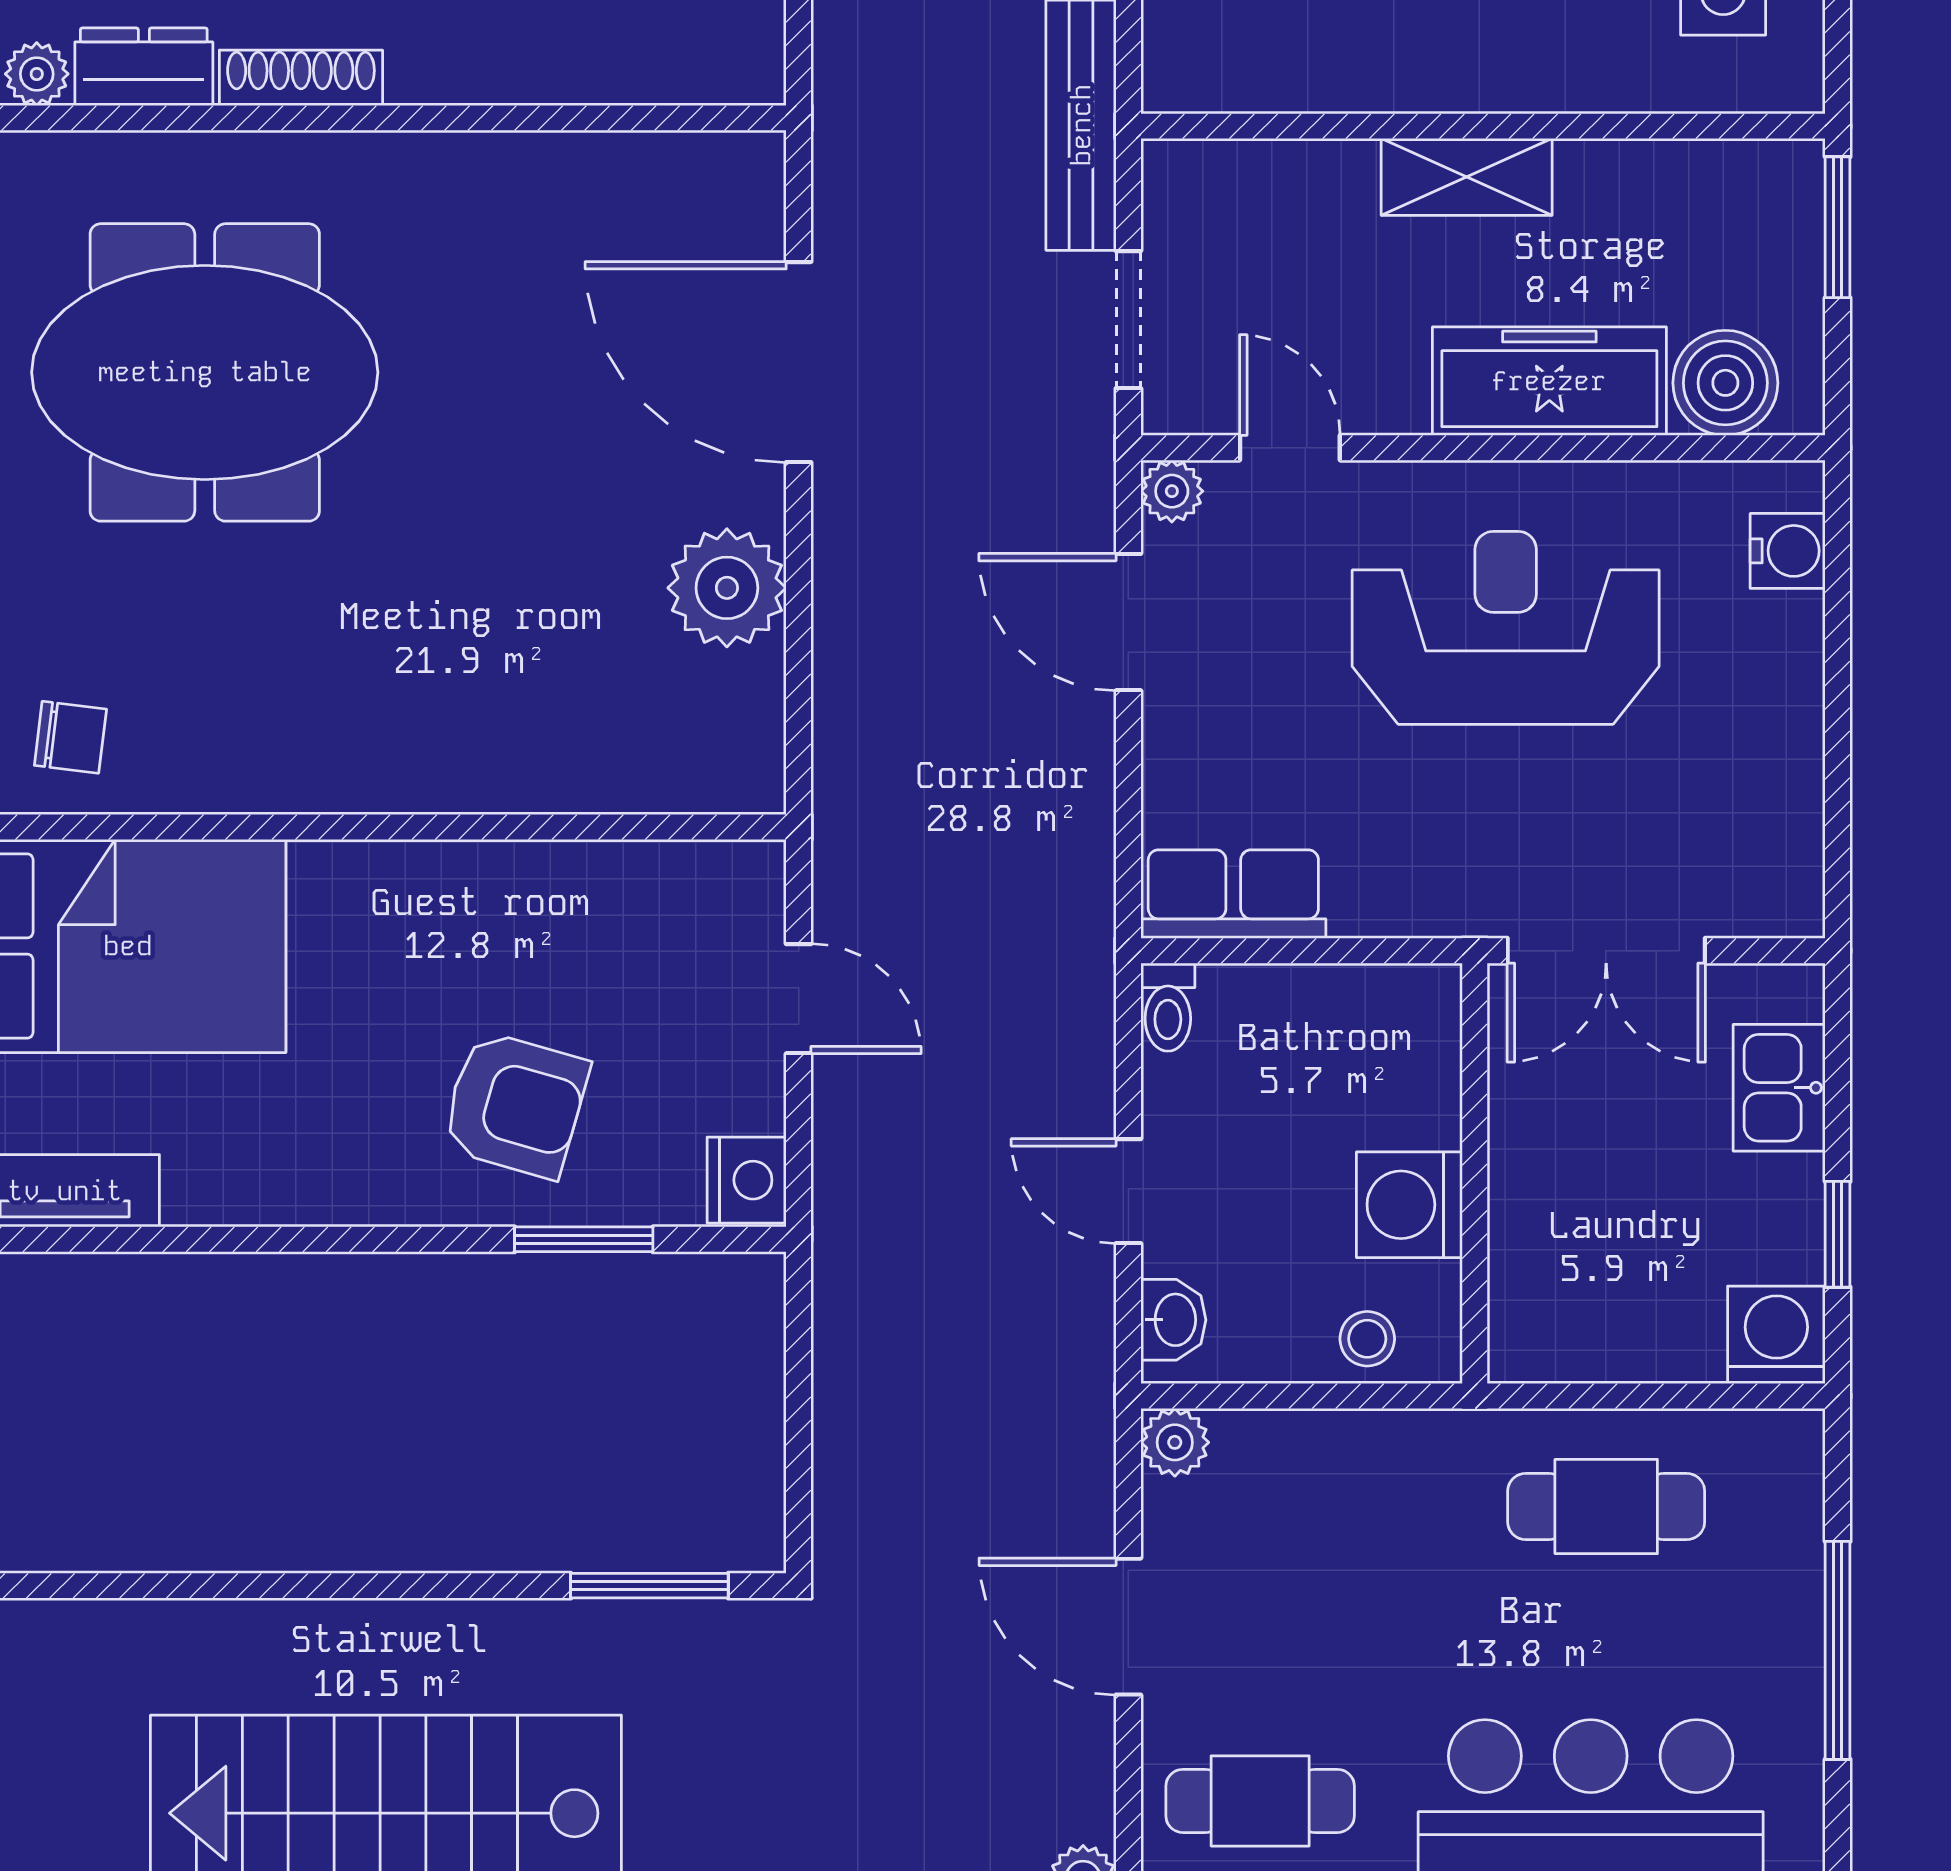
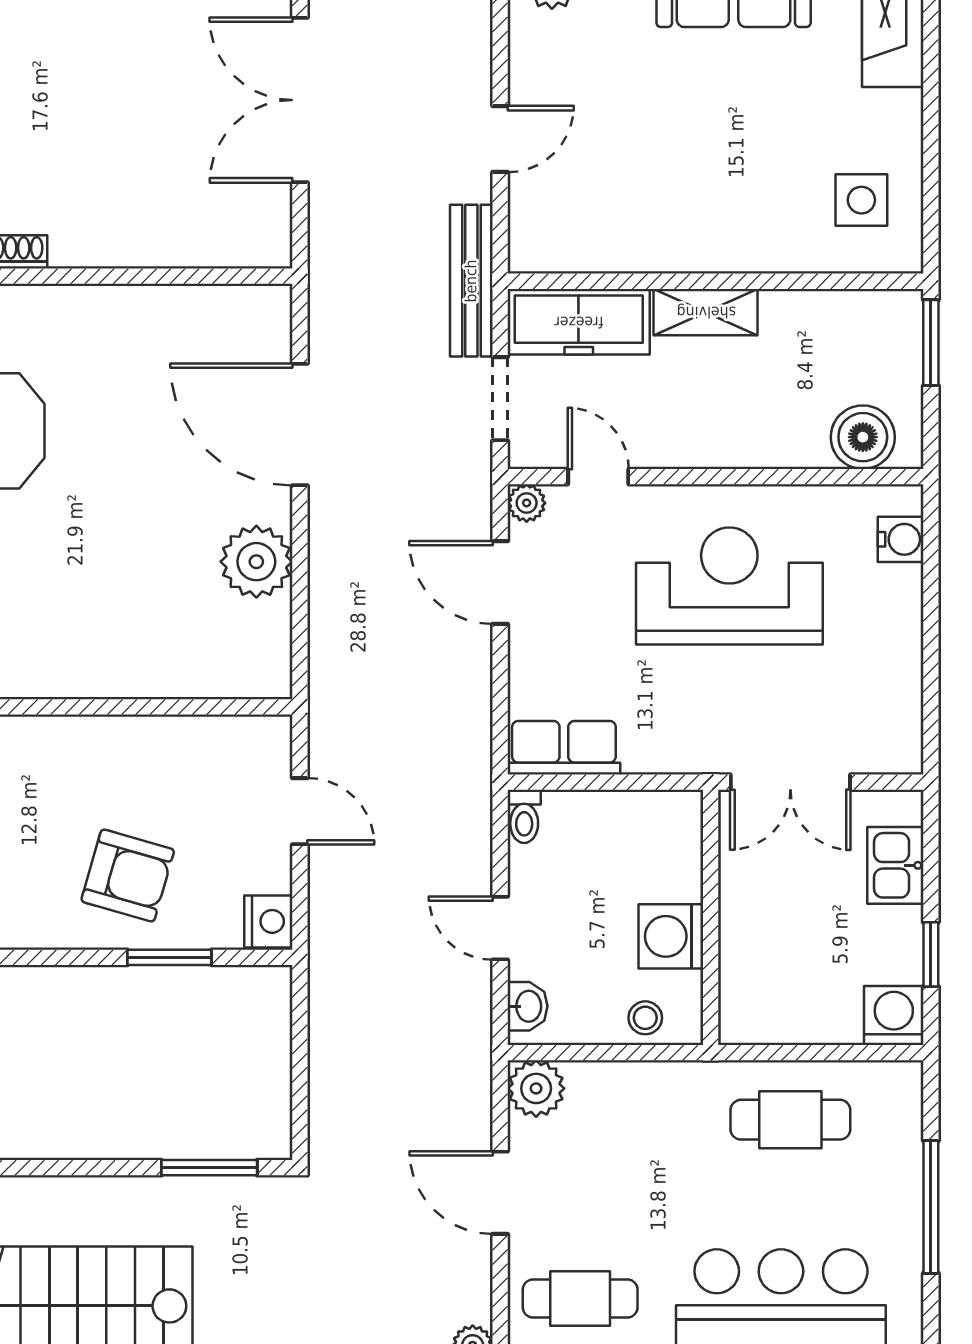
freezer: (1549, 381) -> (579, 322), moved, turned 180
plant: (1175, 1442) -> (536, 1088), width x1.38, depth x1.38

